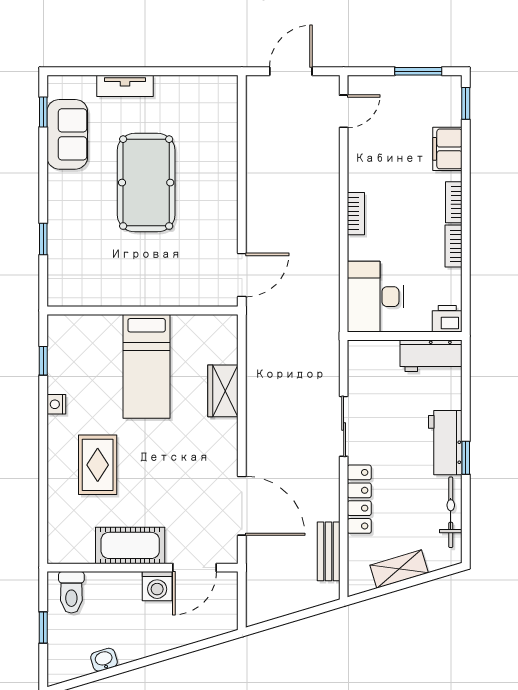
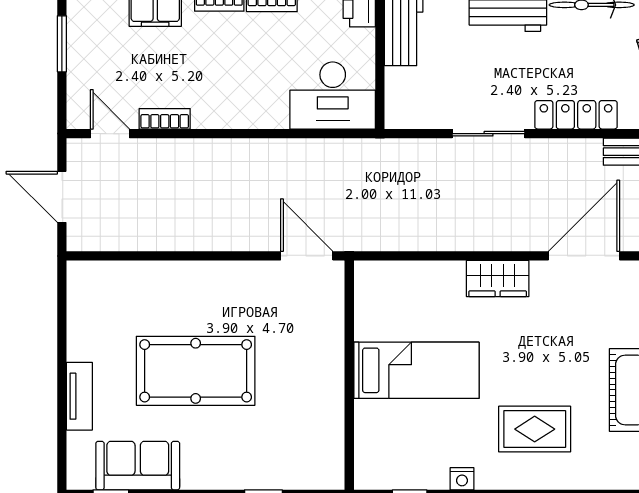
bookcase: (356, 214) -> (165, 119), moved
wardrobe: (223, 391) -> (498, 279), moved

